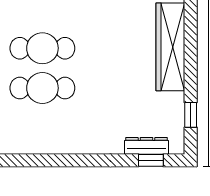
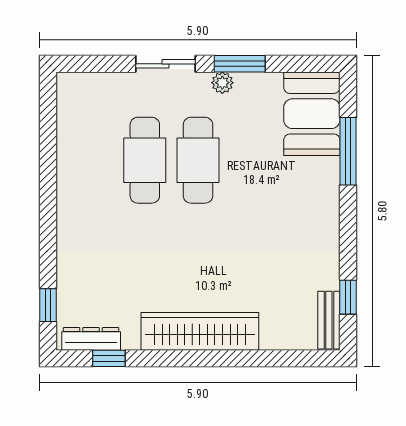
dresser: (147, 146) -> (91, 339), moved, turned -90

